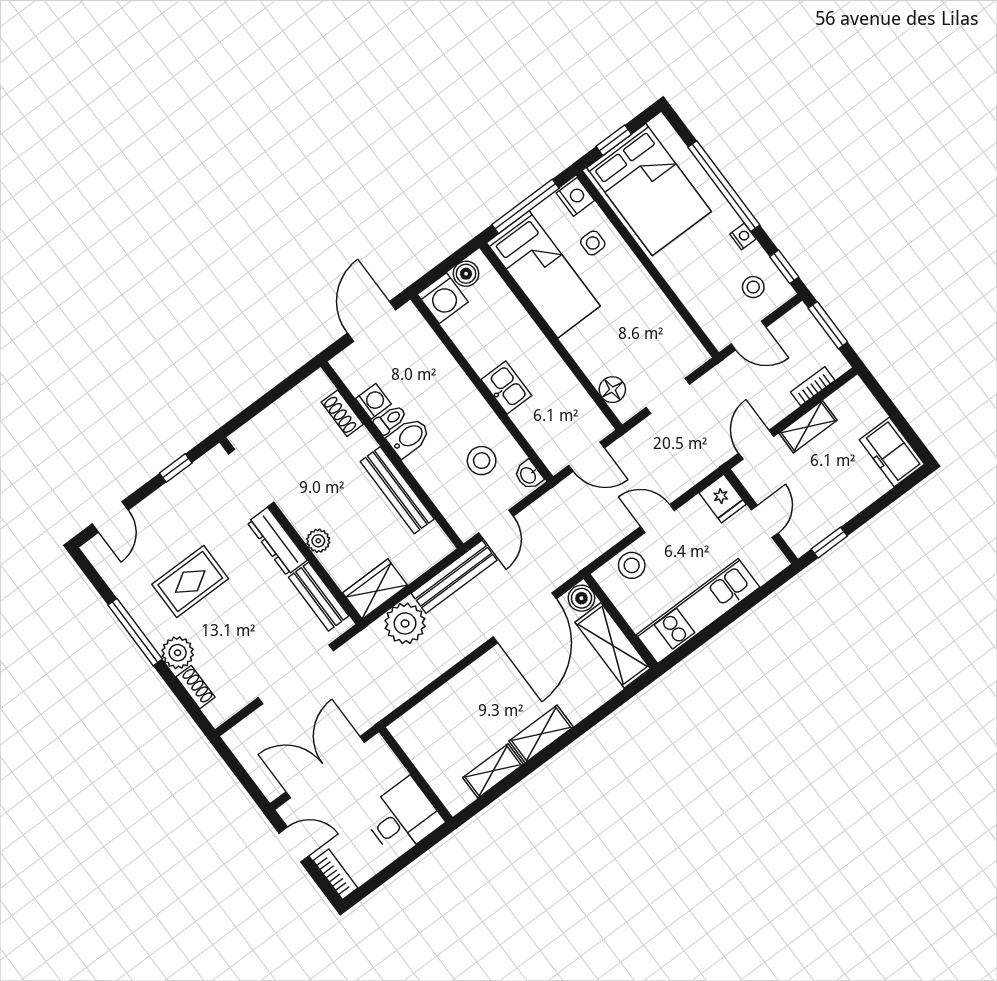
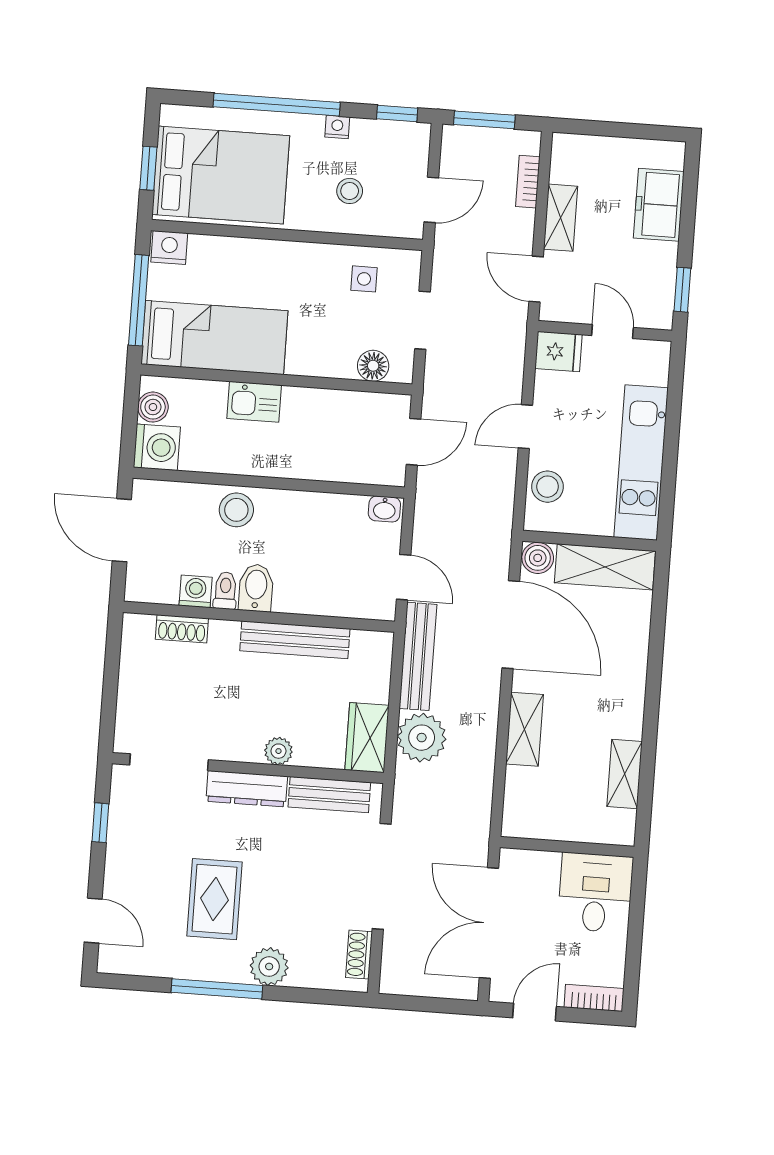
side table: (593, 243) -> (364, 279), moved
stool: (753, 287) -> (350, 191), moved
kitchen sink: (506, 387) -> (254, 402), moved, turned 180
freezer: (892, 452) -> (659, 205), moved, turned 90
stool: (482, 461) -> (236, 510), moved
shoe rack: (195, 687) -> (359, 955), moved, turned -90
shelving: (541, 734) -> (525, 729), moved

